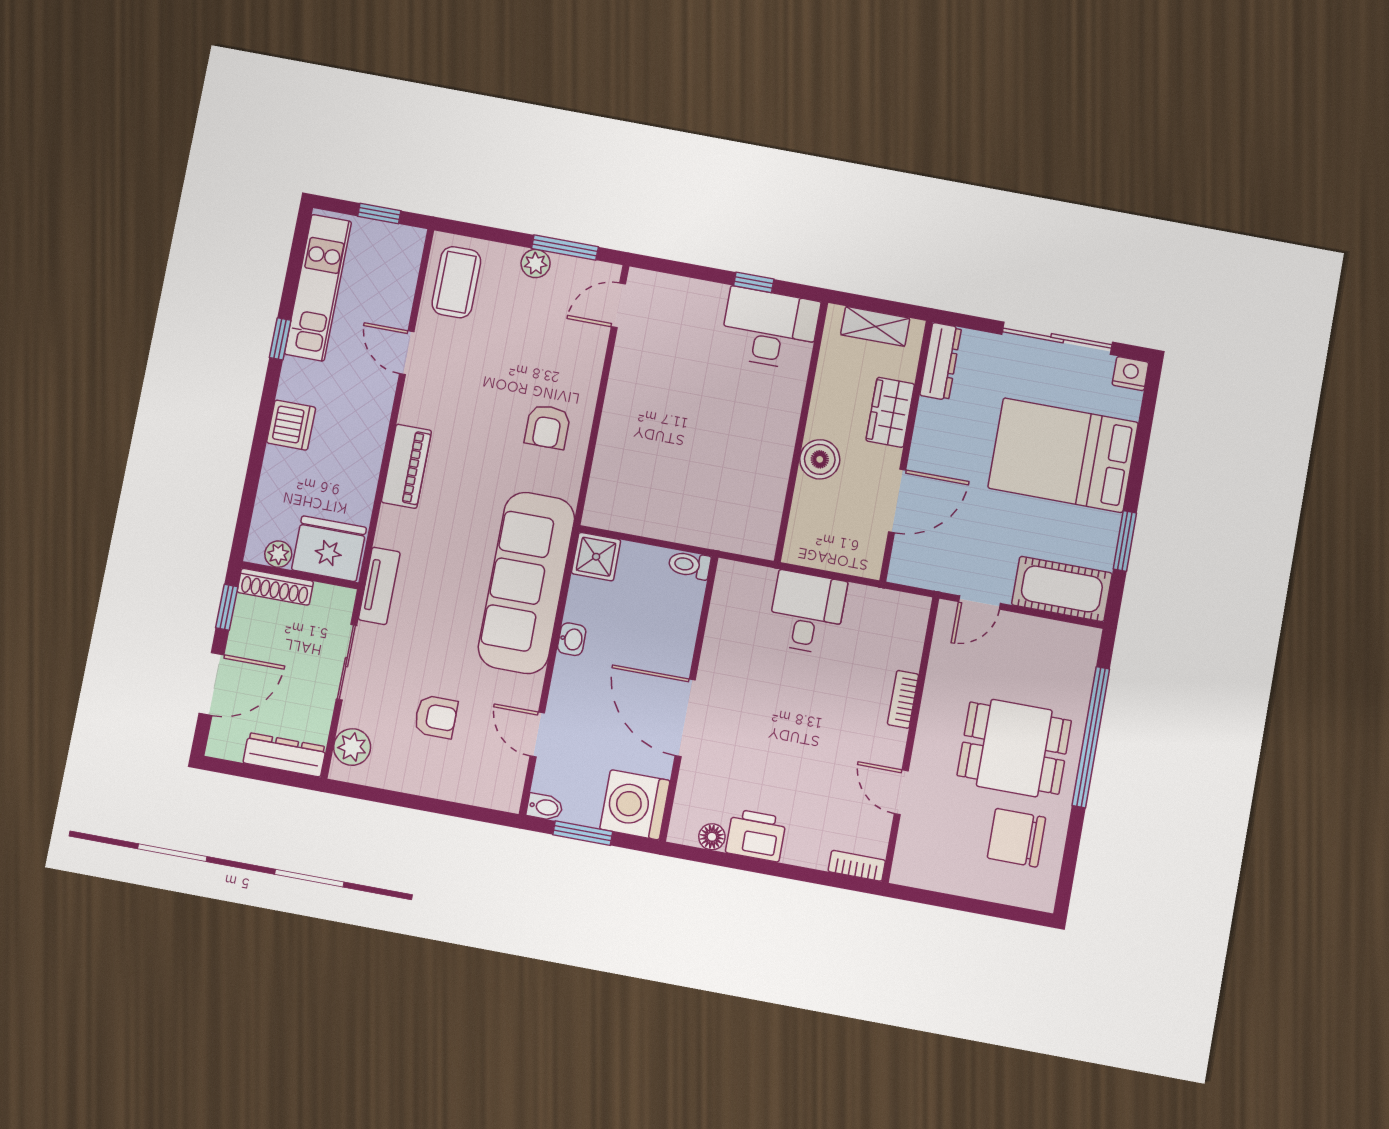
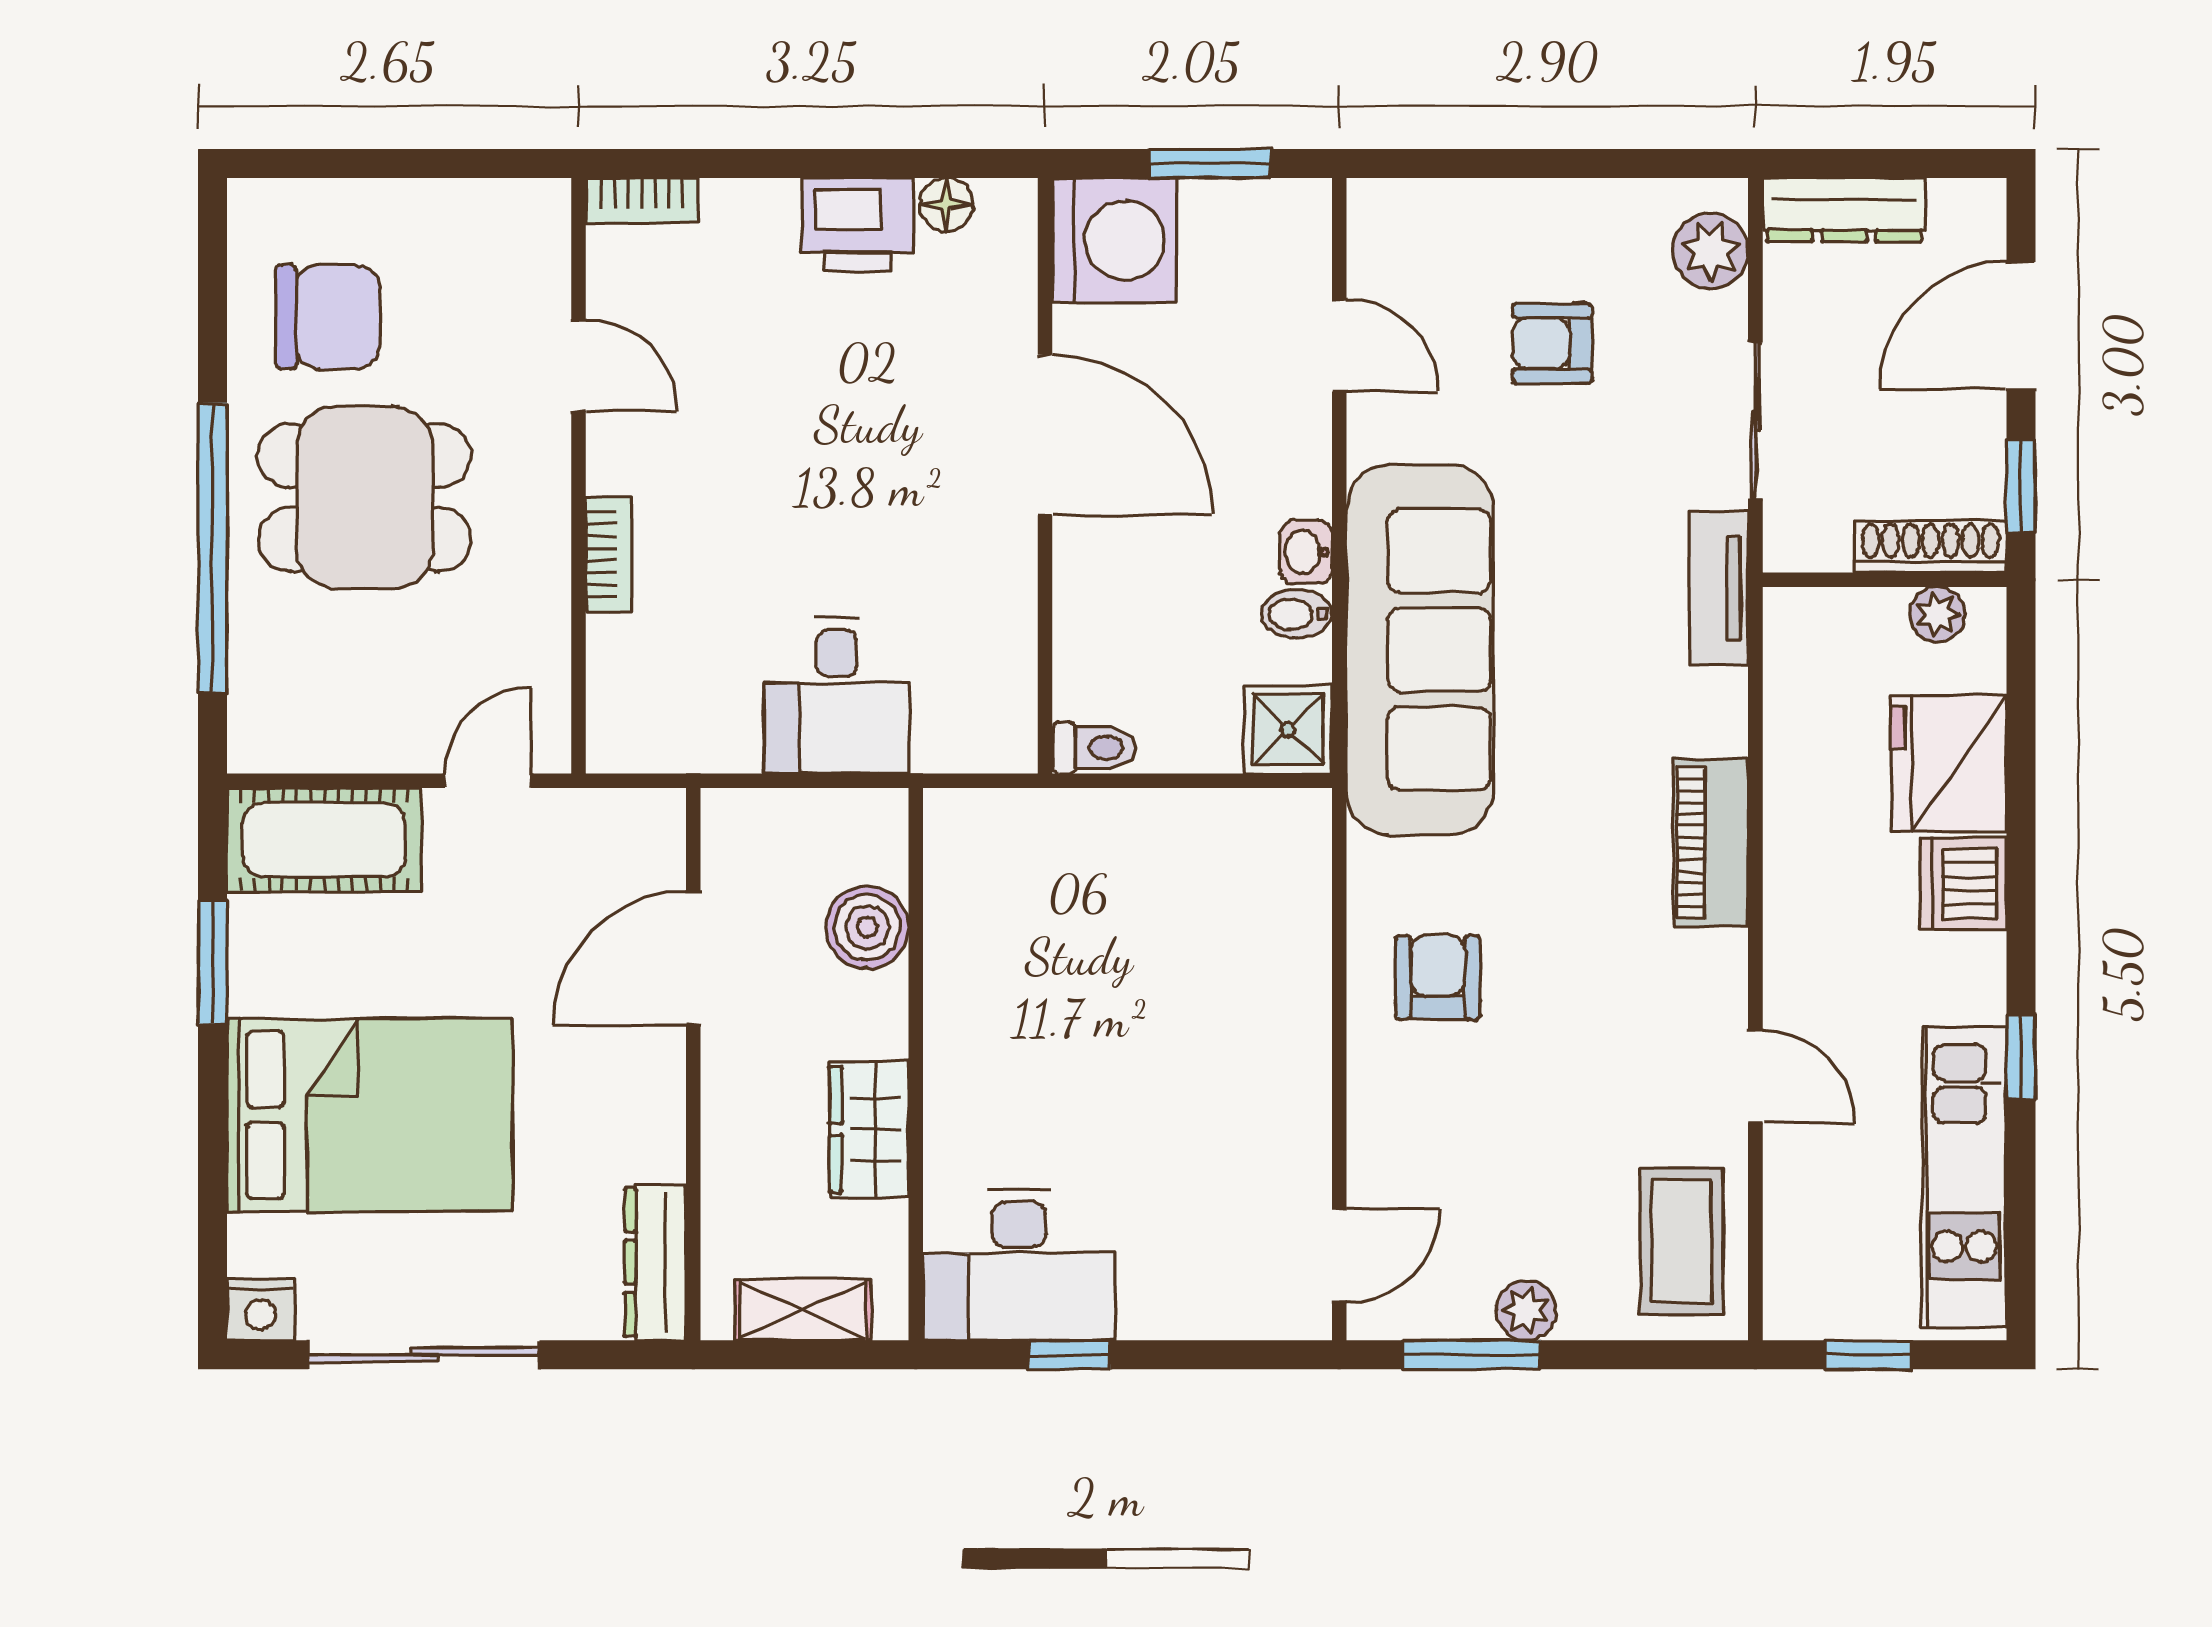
wardrobe: (890, 412) -> (869, 1129), moved, turned 180
boiler: (820, 459) -> (867, 927), moved
fridge: (329, 549) -> (1949, 763), moved, turned 90
bidet: (545, 807) -> (1297, 614), moved

